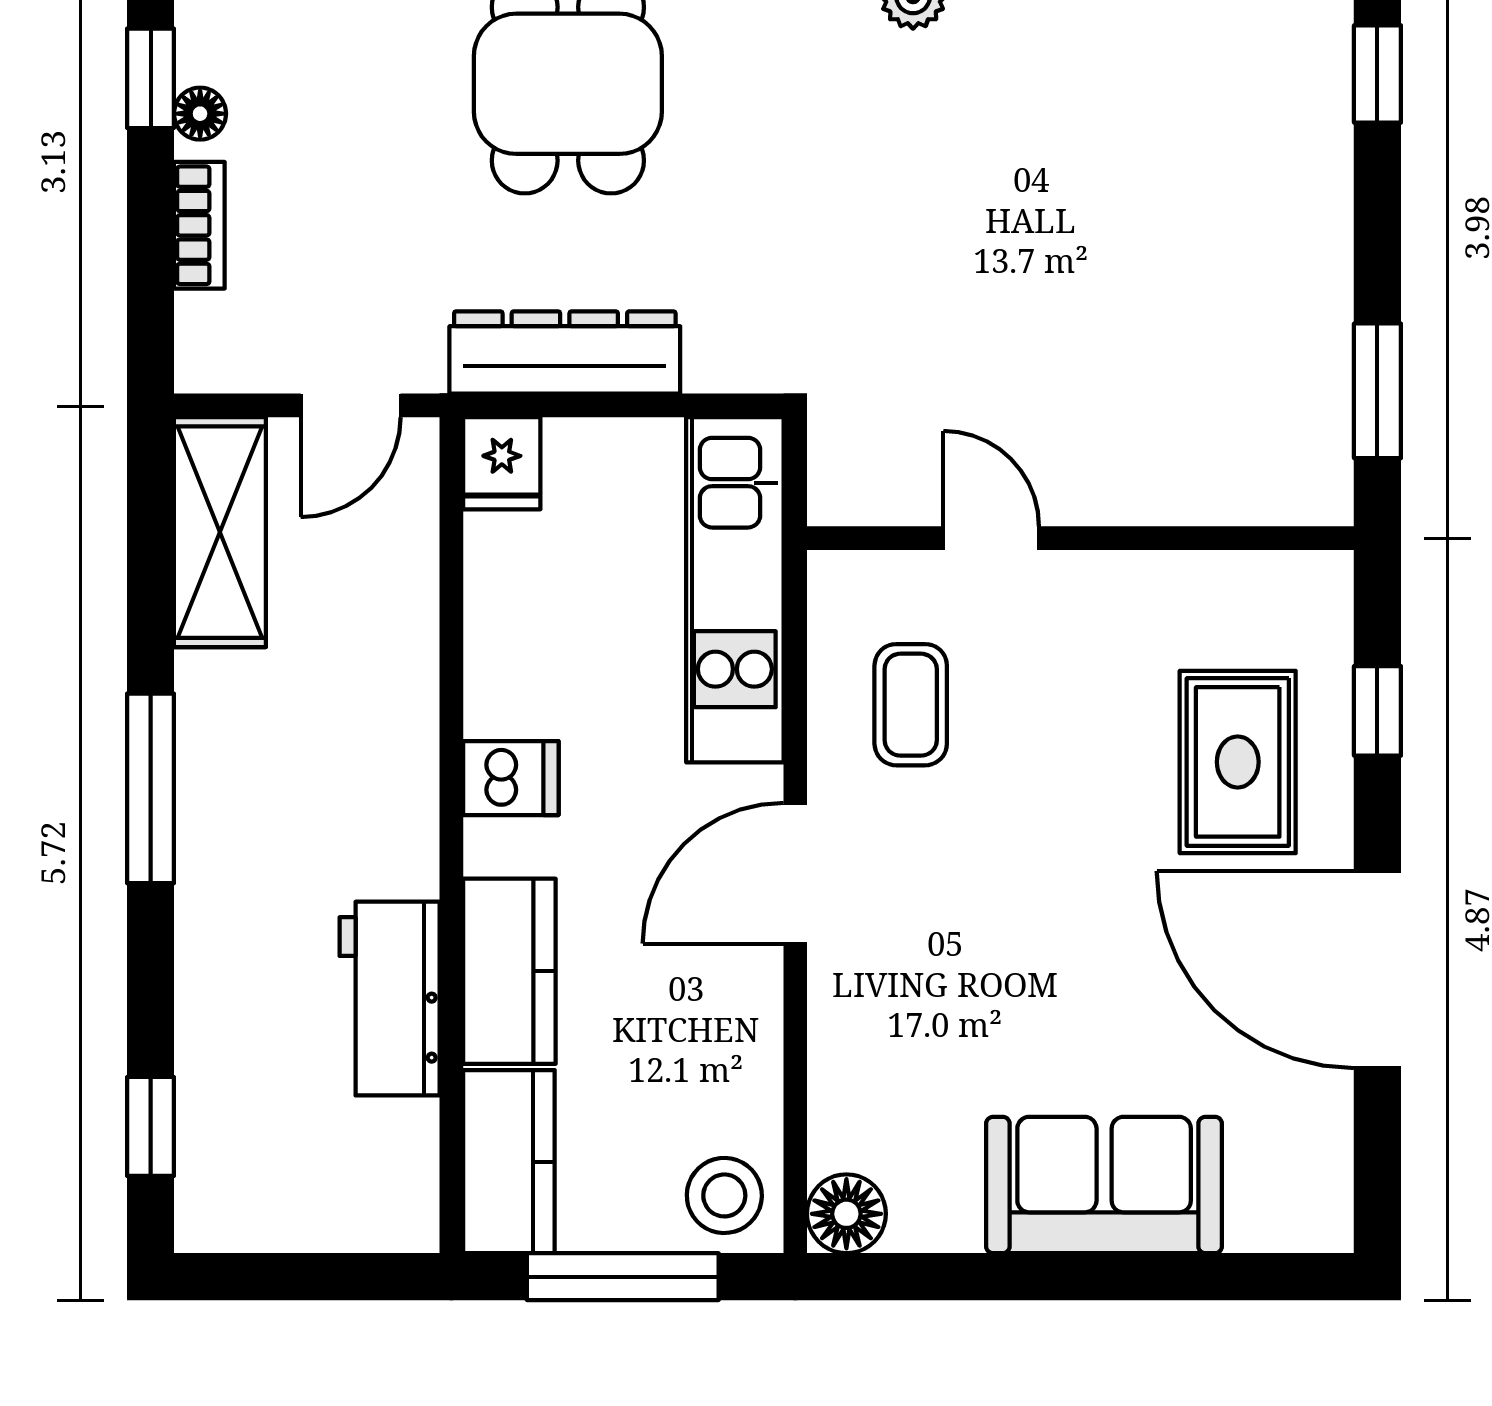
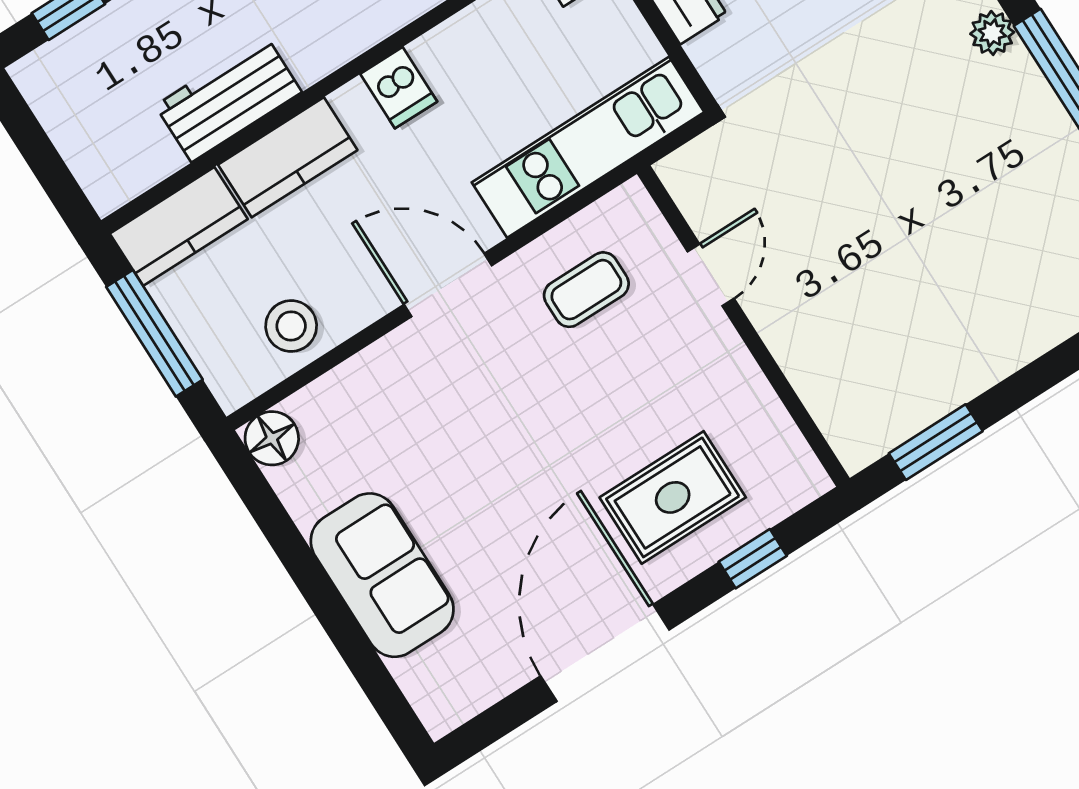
stool: (724, 1195) -> (291, 326), moved

